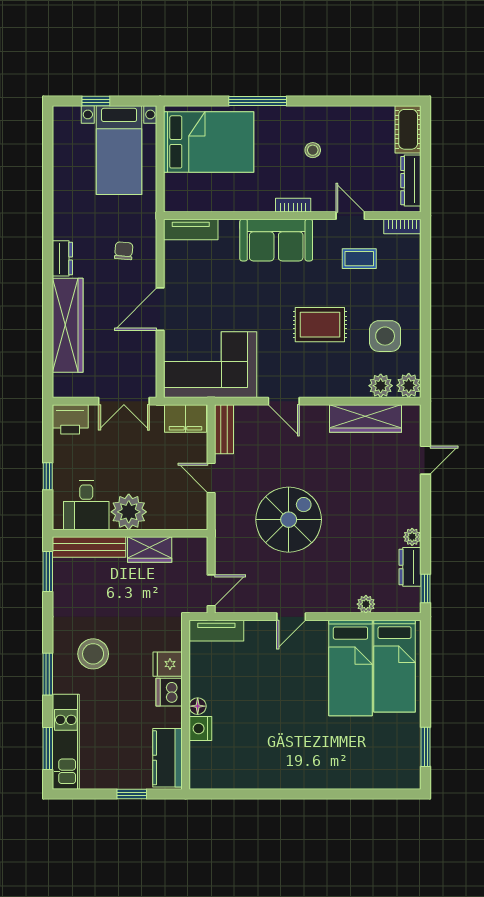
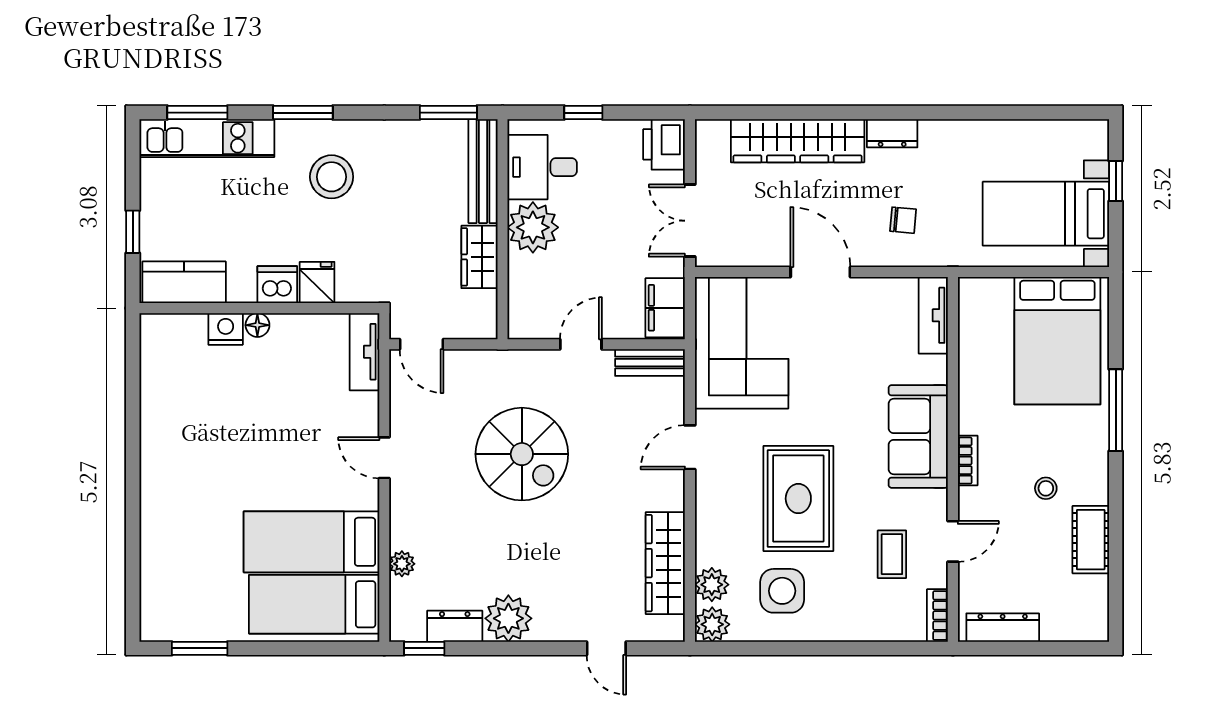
cot: (408, 129) -> (1091, 540), moved, turned 90
rug: (320, 325) -> (798, 499), width x1.36, depth x1.43
plant: (412, 537) -> (508, 618), width x1.87, depth x1.87

